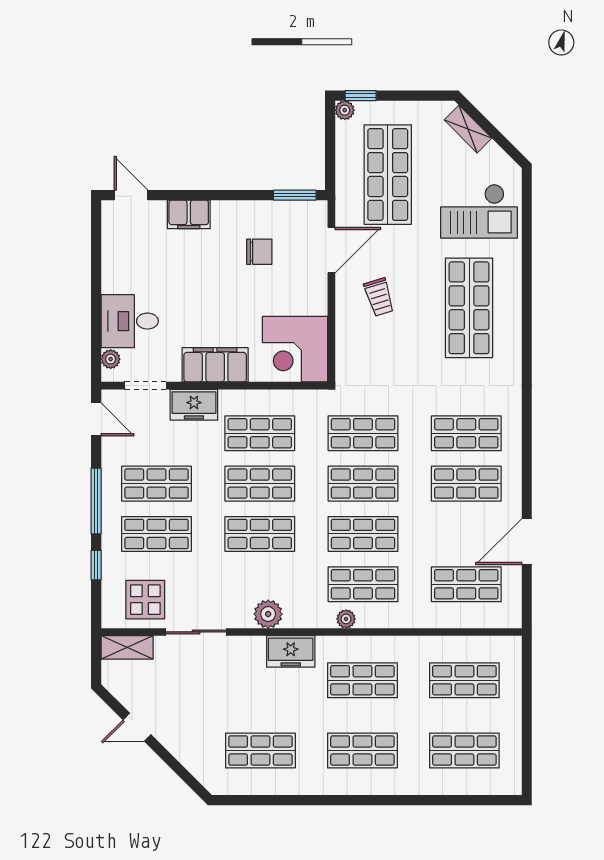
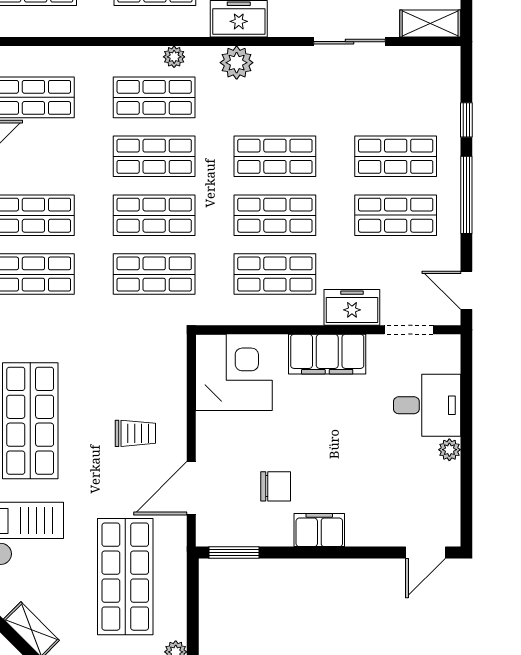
door: (131, 195) -> (426, 553), hinge flipped
filing cabinet: (189, 214) -> (319, 530), moved
chair: (259, 252) -> (276, 486), turned 180
trolley: (379, 297) -> (135, 433), turned 107
plant: (111, 359) -> (449, 450), moved
display table: (145, 600) -> (409, 79), removed
plant: (268, 614) -> (237, 63), moved

